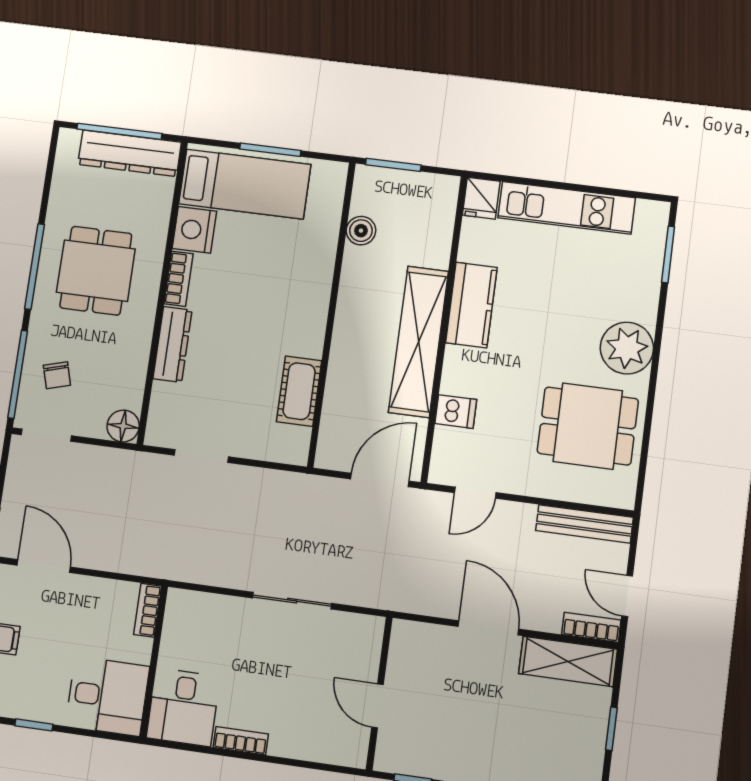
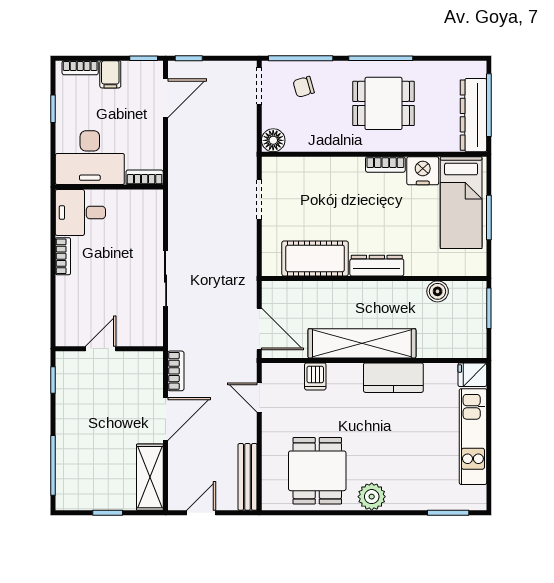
dresser: (172, 344) -> (377, 266), moved, turned 180
plant: (627, 348) -> (372, 497), width x0.73, depth x0.73
cot: (299, 391) -> (315, 258), width x1.37, depth x1.34
bookcase: (591, 627) -> (176, 371), moved
desk: (107, 696) -> (90, 158), width x1.37

